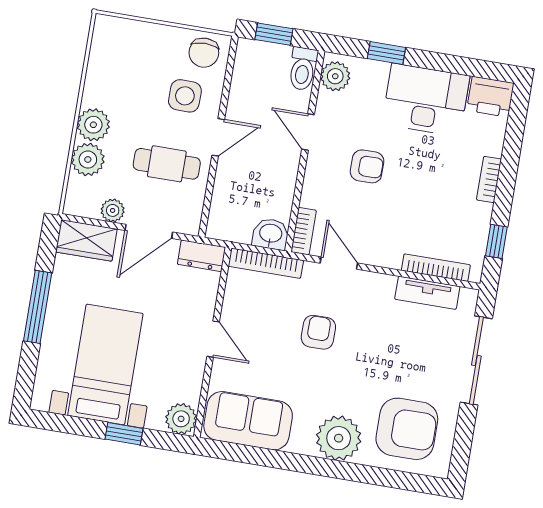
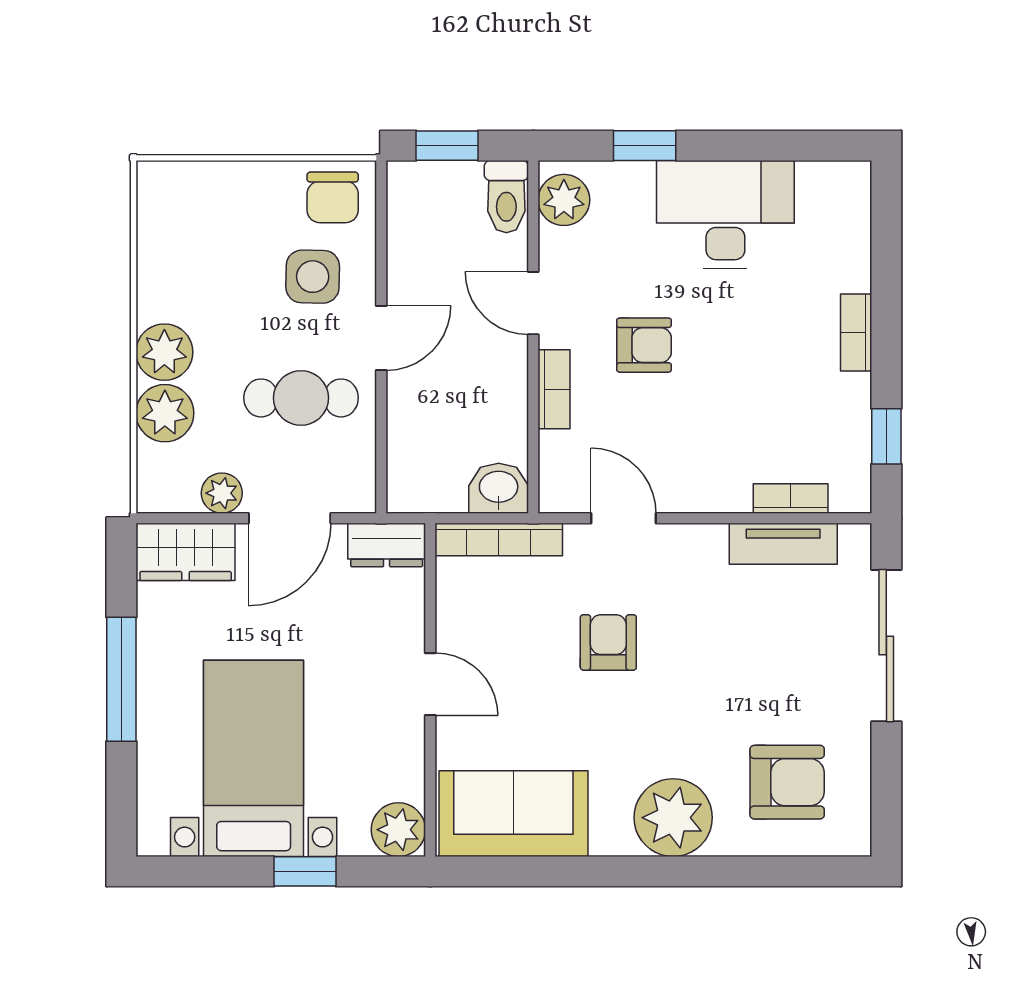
printer: (490, 97) -> (835, 191), removed
bookcase: (304, 231) -> (554, 389), moved
bookcase: (436, 268) -> (791, 499), width x0.64
armchair: (407, 429) -> (787, 782), width x0.73, depth x0.73

